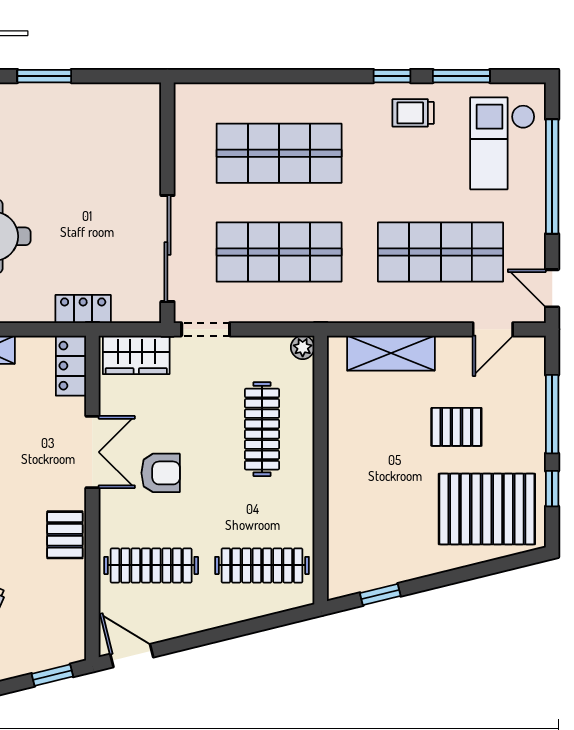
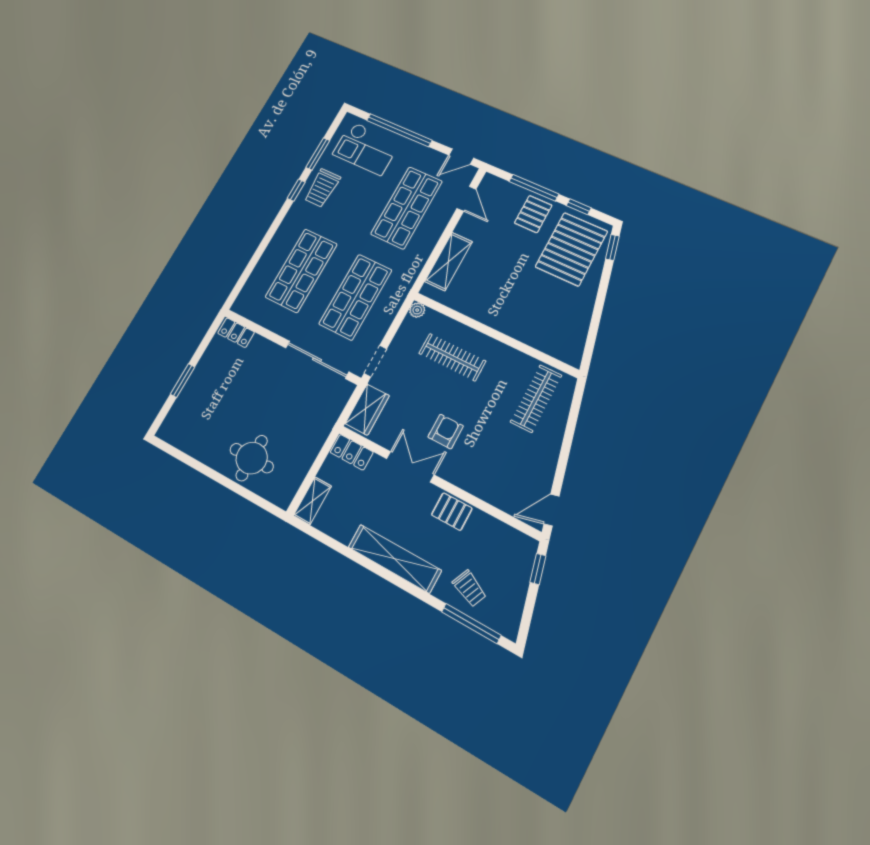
trolley: (413, 113) -> (322, 188), width x1.36, depth x1.39
locker: (83, 309) -> (236, 333), moved, turned -90
pallet: (456, 427) -> (533, 214), moved
clothes rail: (151, 565) -> (500, 467), removed
window: (380, 594) -> (612, 248), moved

